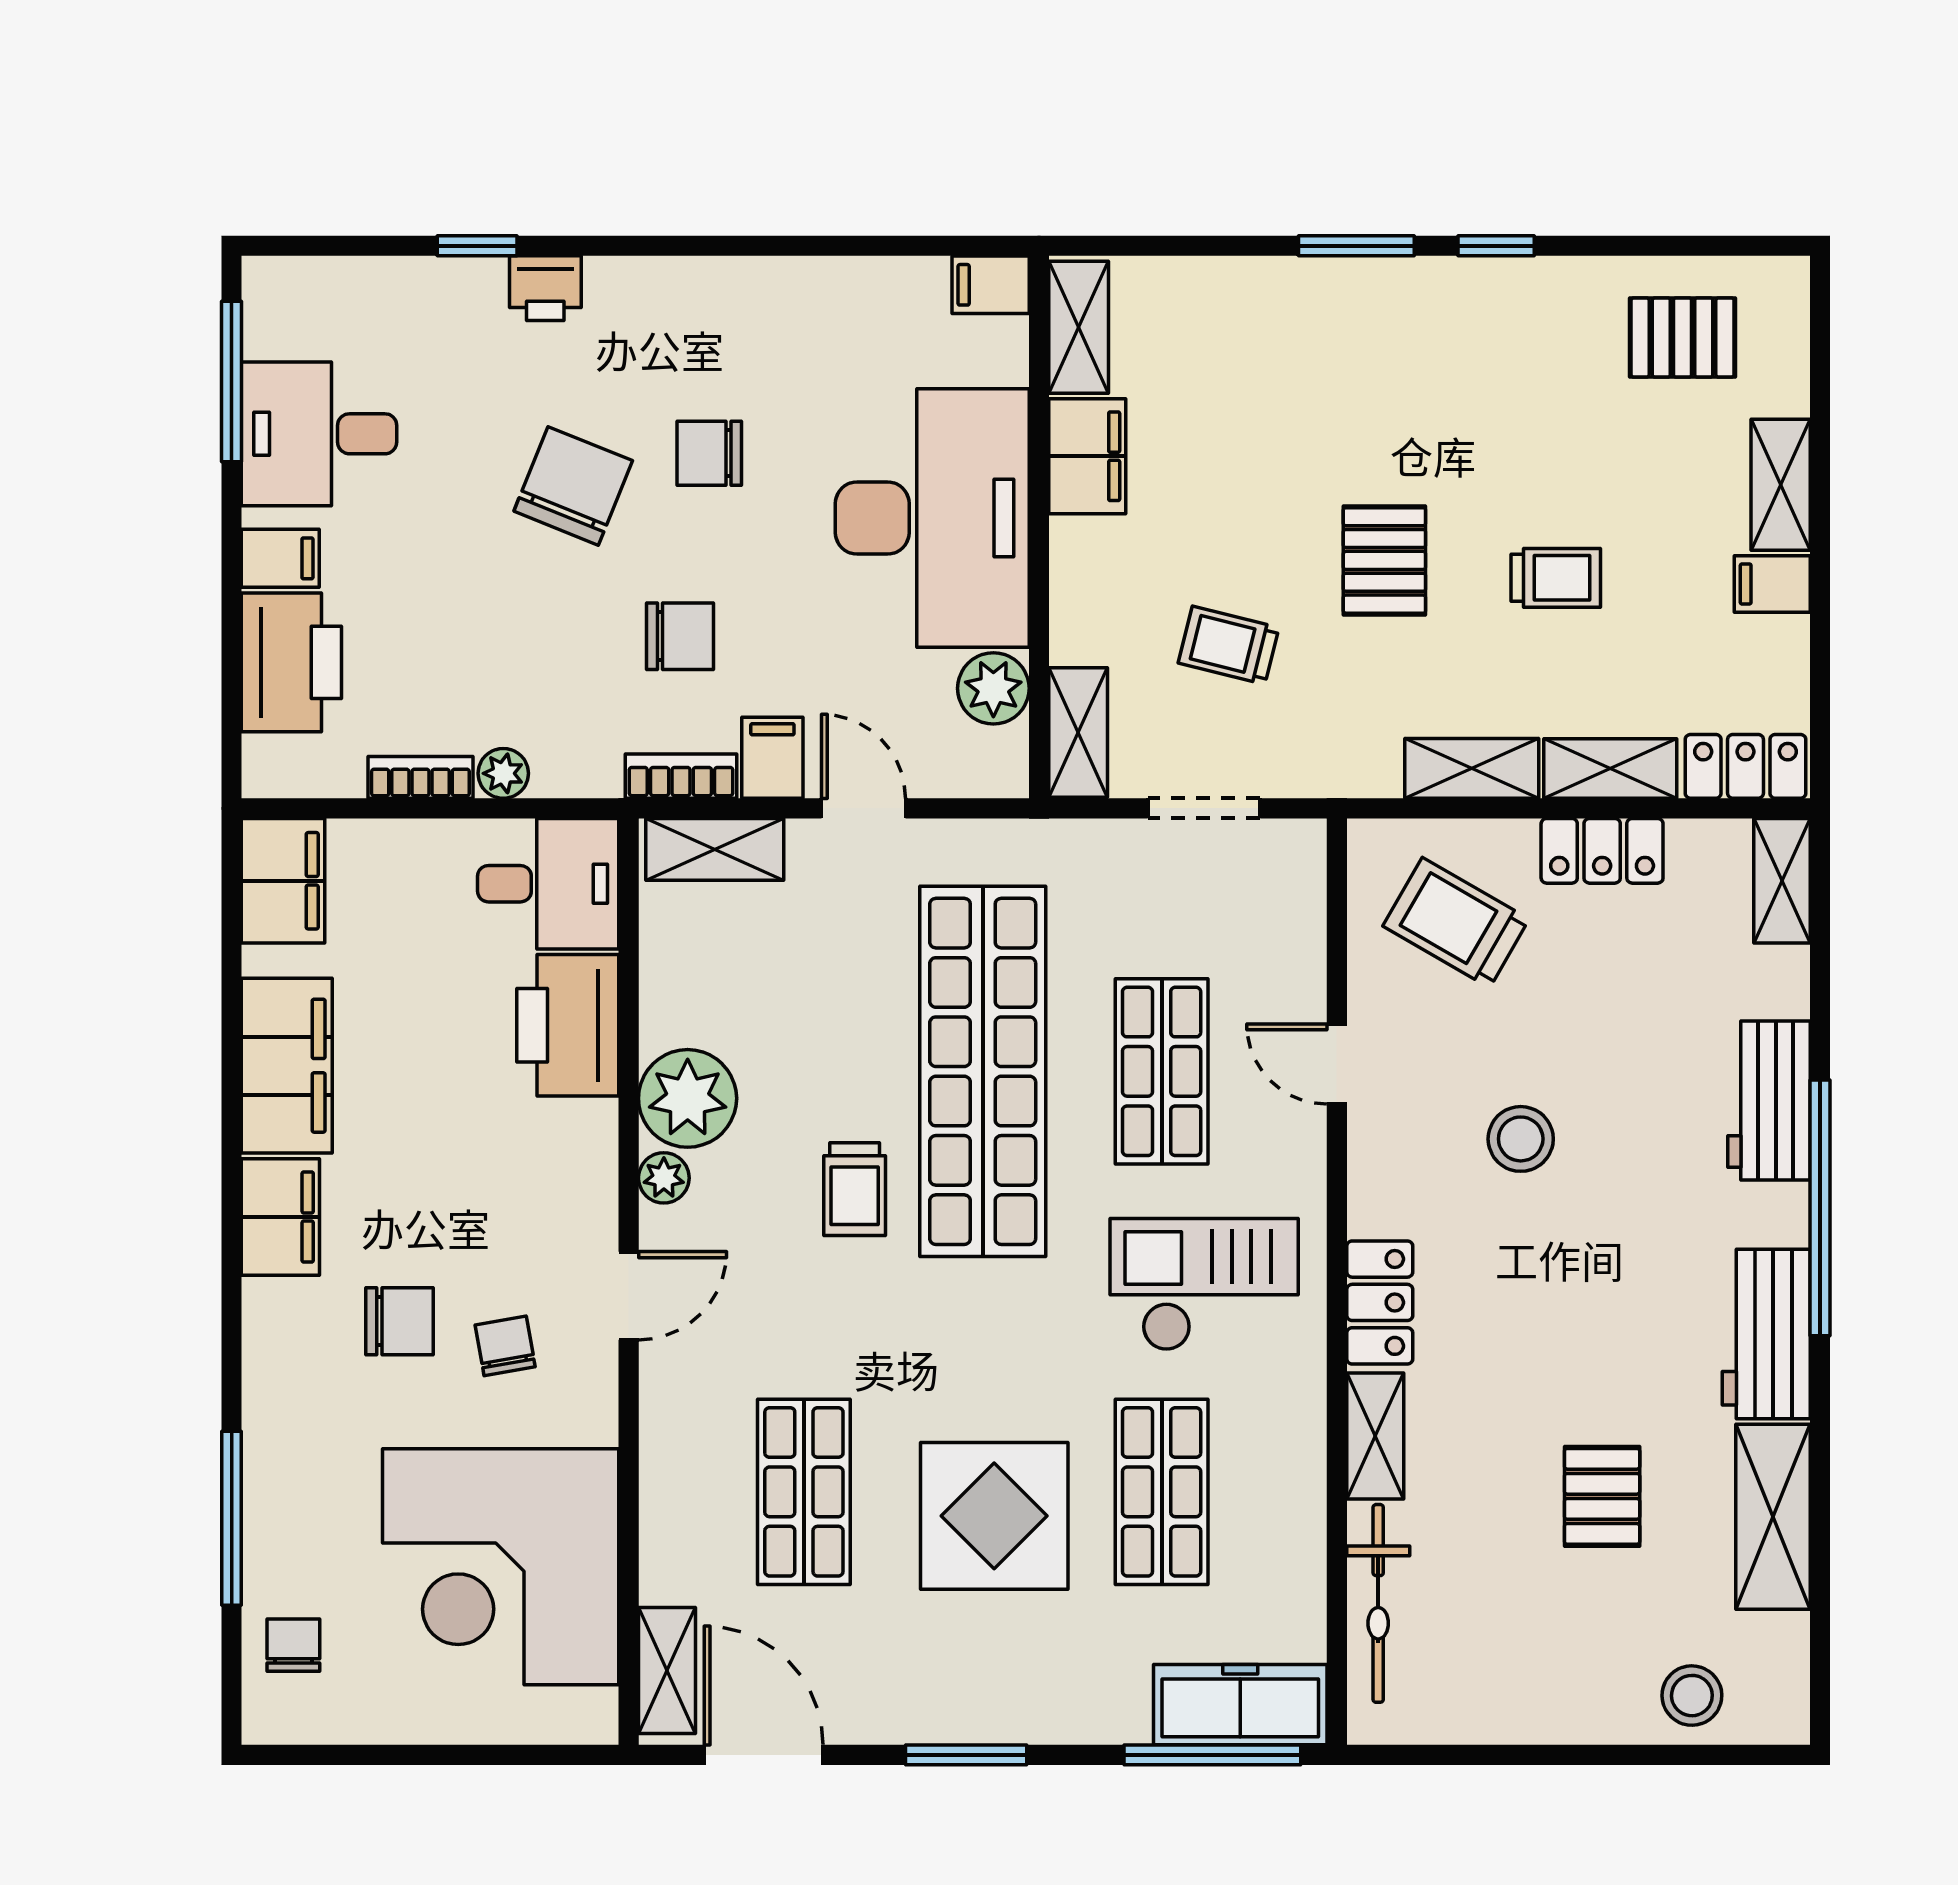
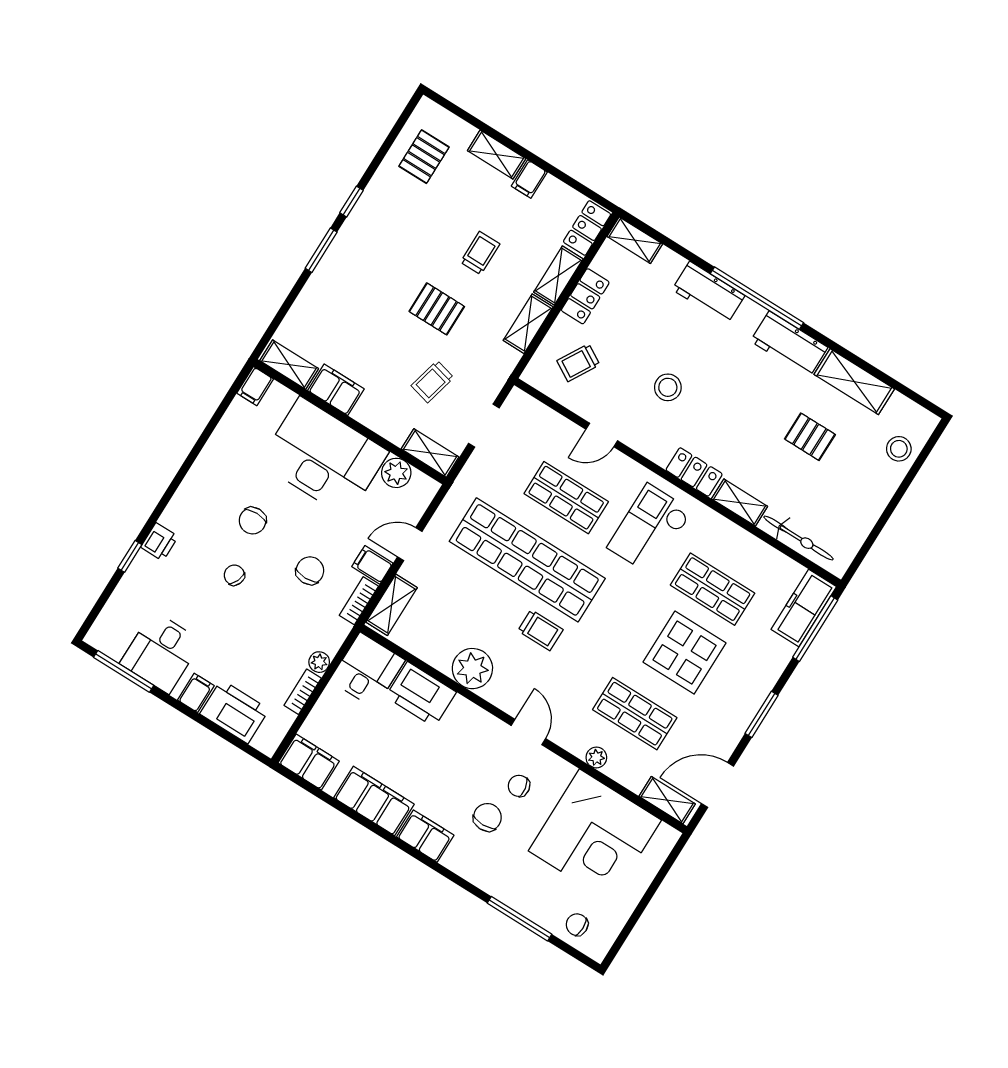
chair: (573, 486) -> (234, 575), width x0.54, depth x0.54
trolley: (1456, 922) -> (578, 363), width x0.73, depth x0.72
plant: (664, 1178) -> (596, 757), moved

